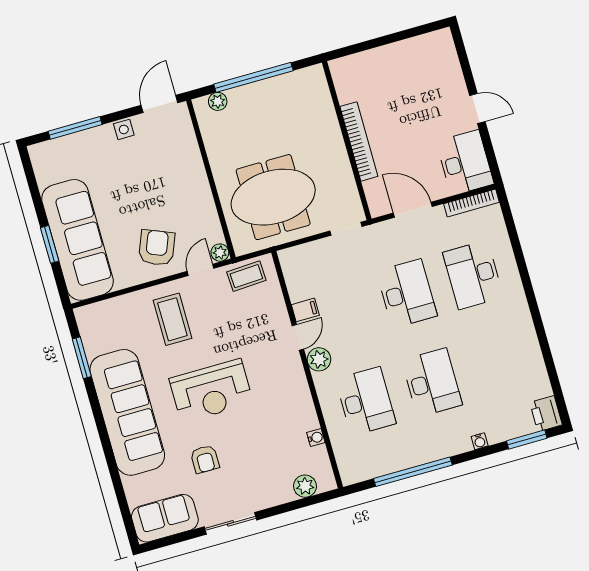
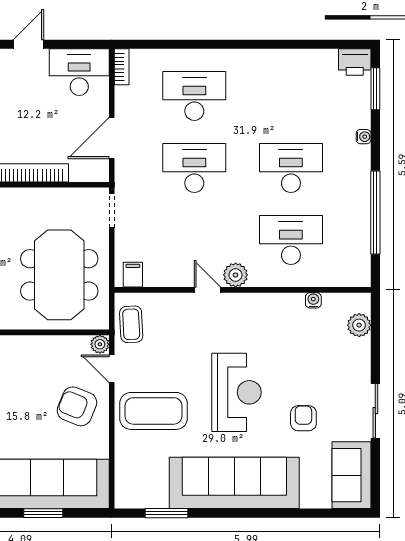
bookcase: (472, 203) -> (122, 67), width x0.64
desk: (473, 275) -> (194, 96), turned 180
filing cabinet: (305, 310) -> (133, 275), moved
coffee table: (172, 319) -> (154, 411), width x1.36, depth x1.32
armchair: (205, 459) -> (303, 418), turned -90

